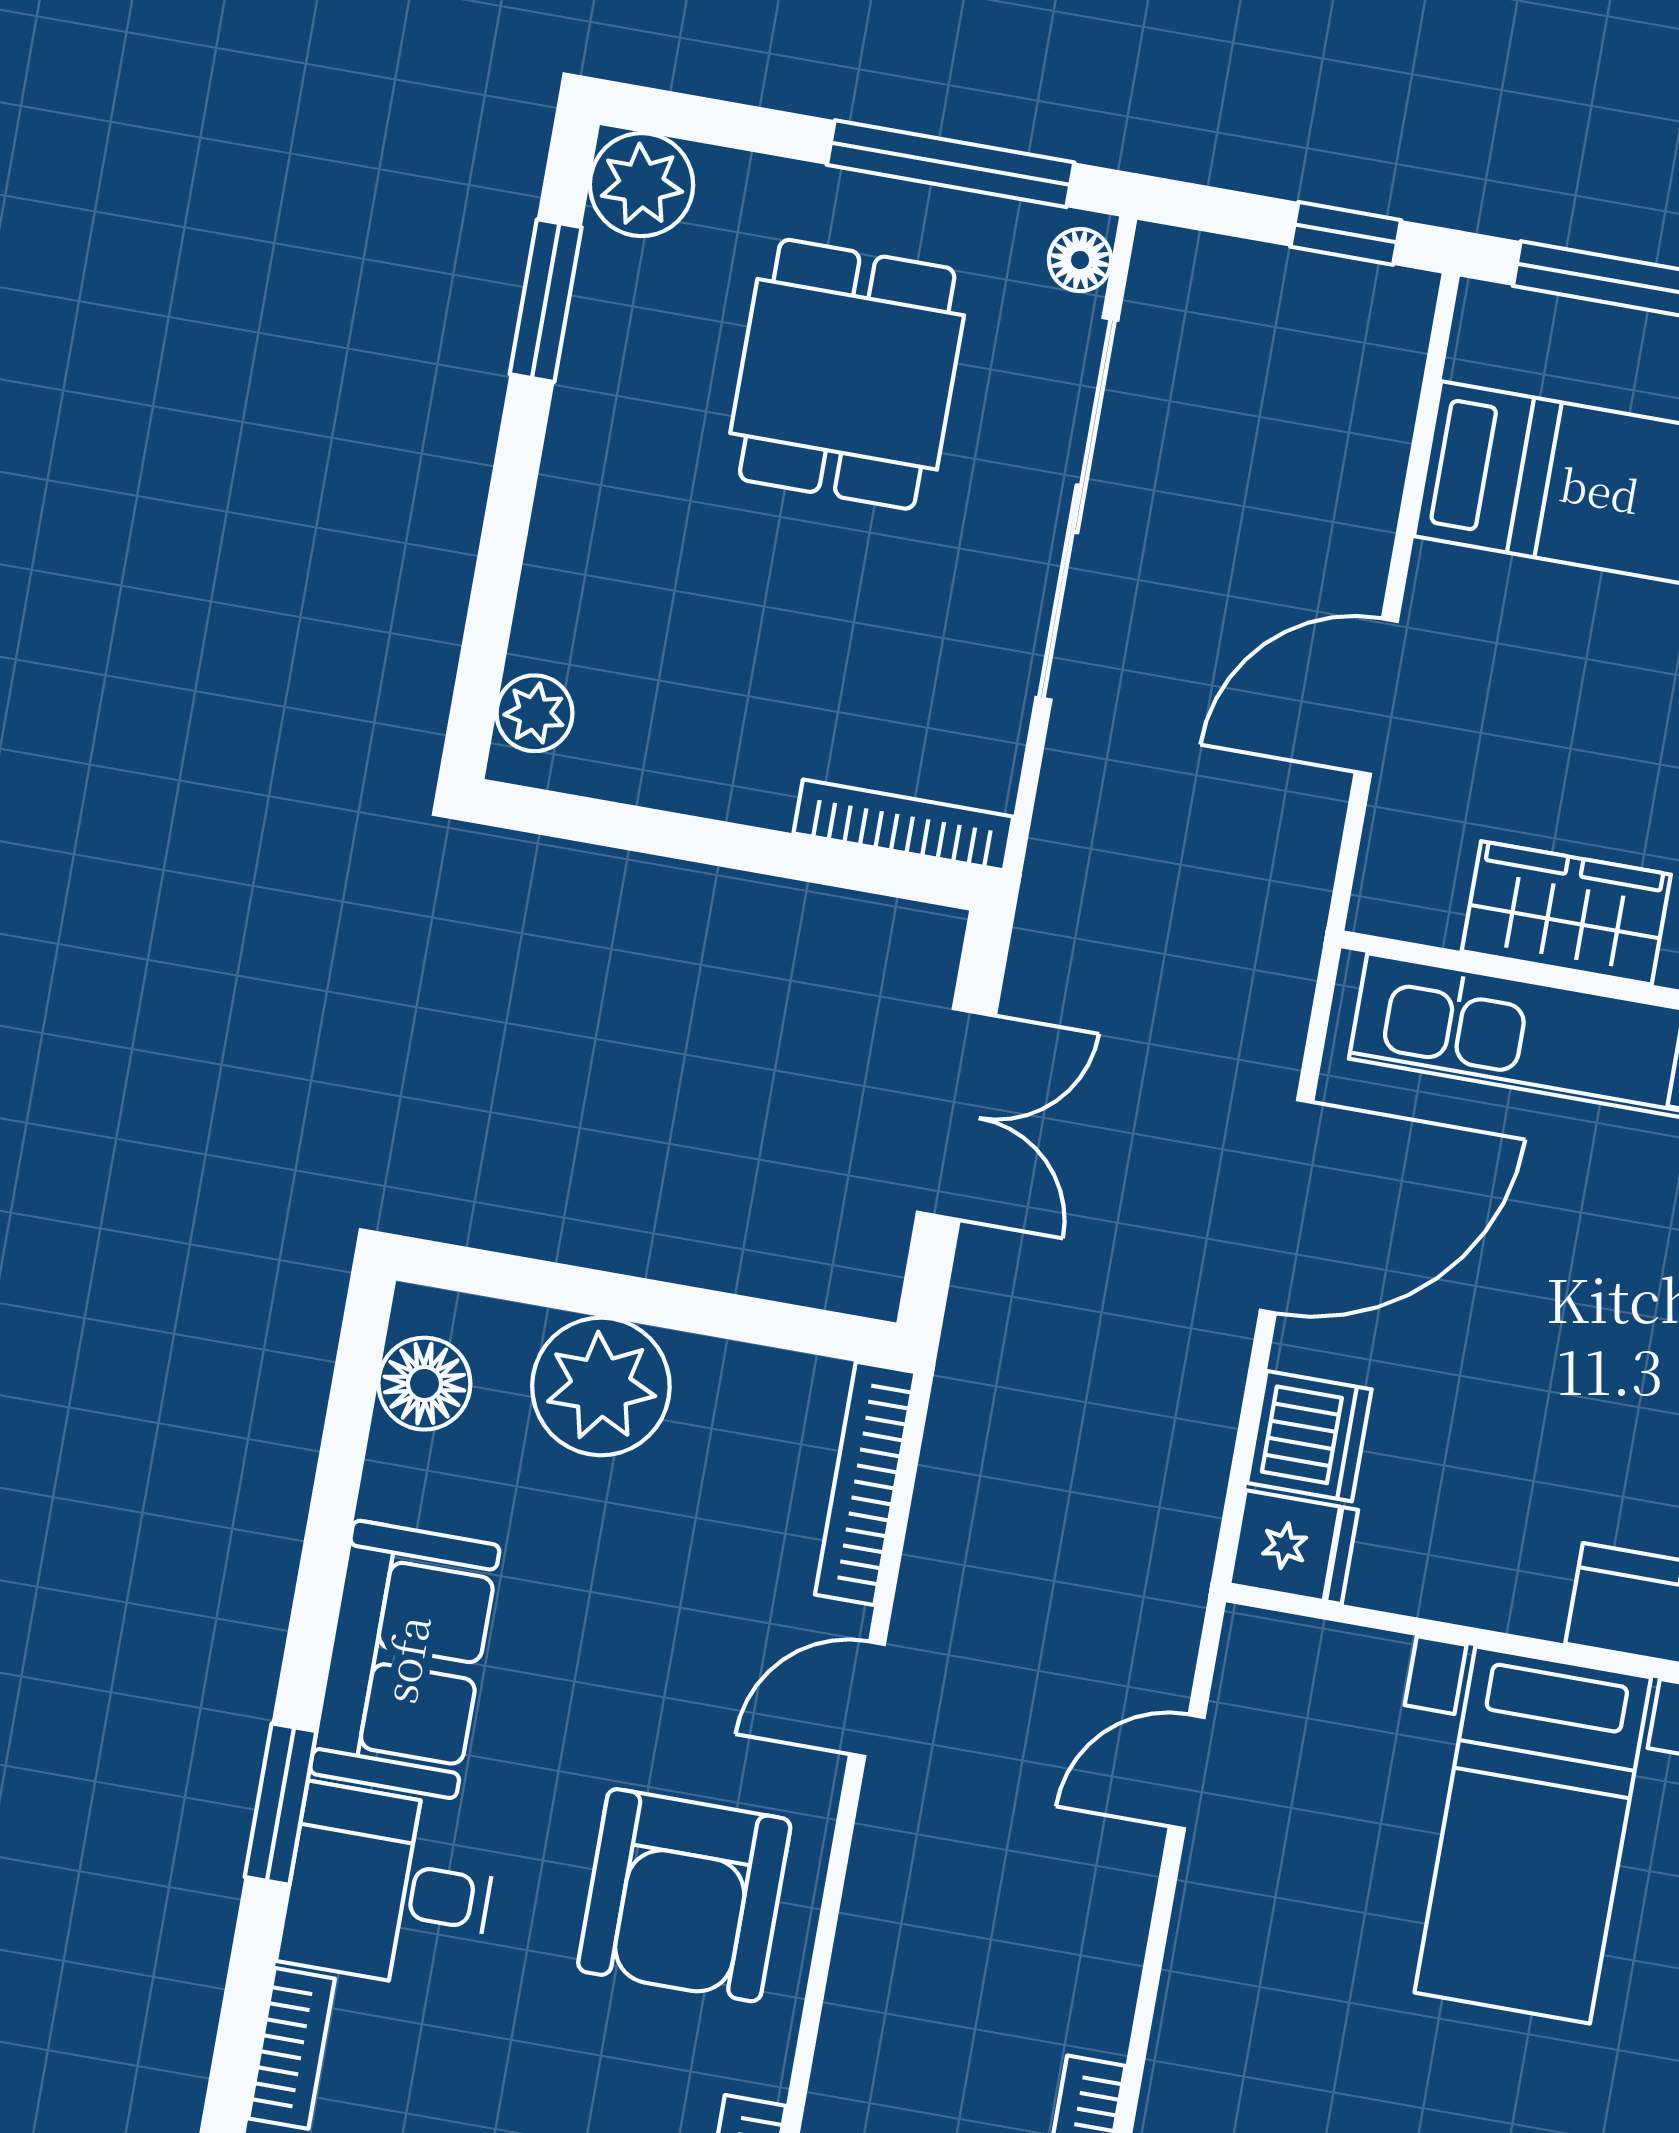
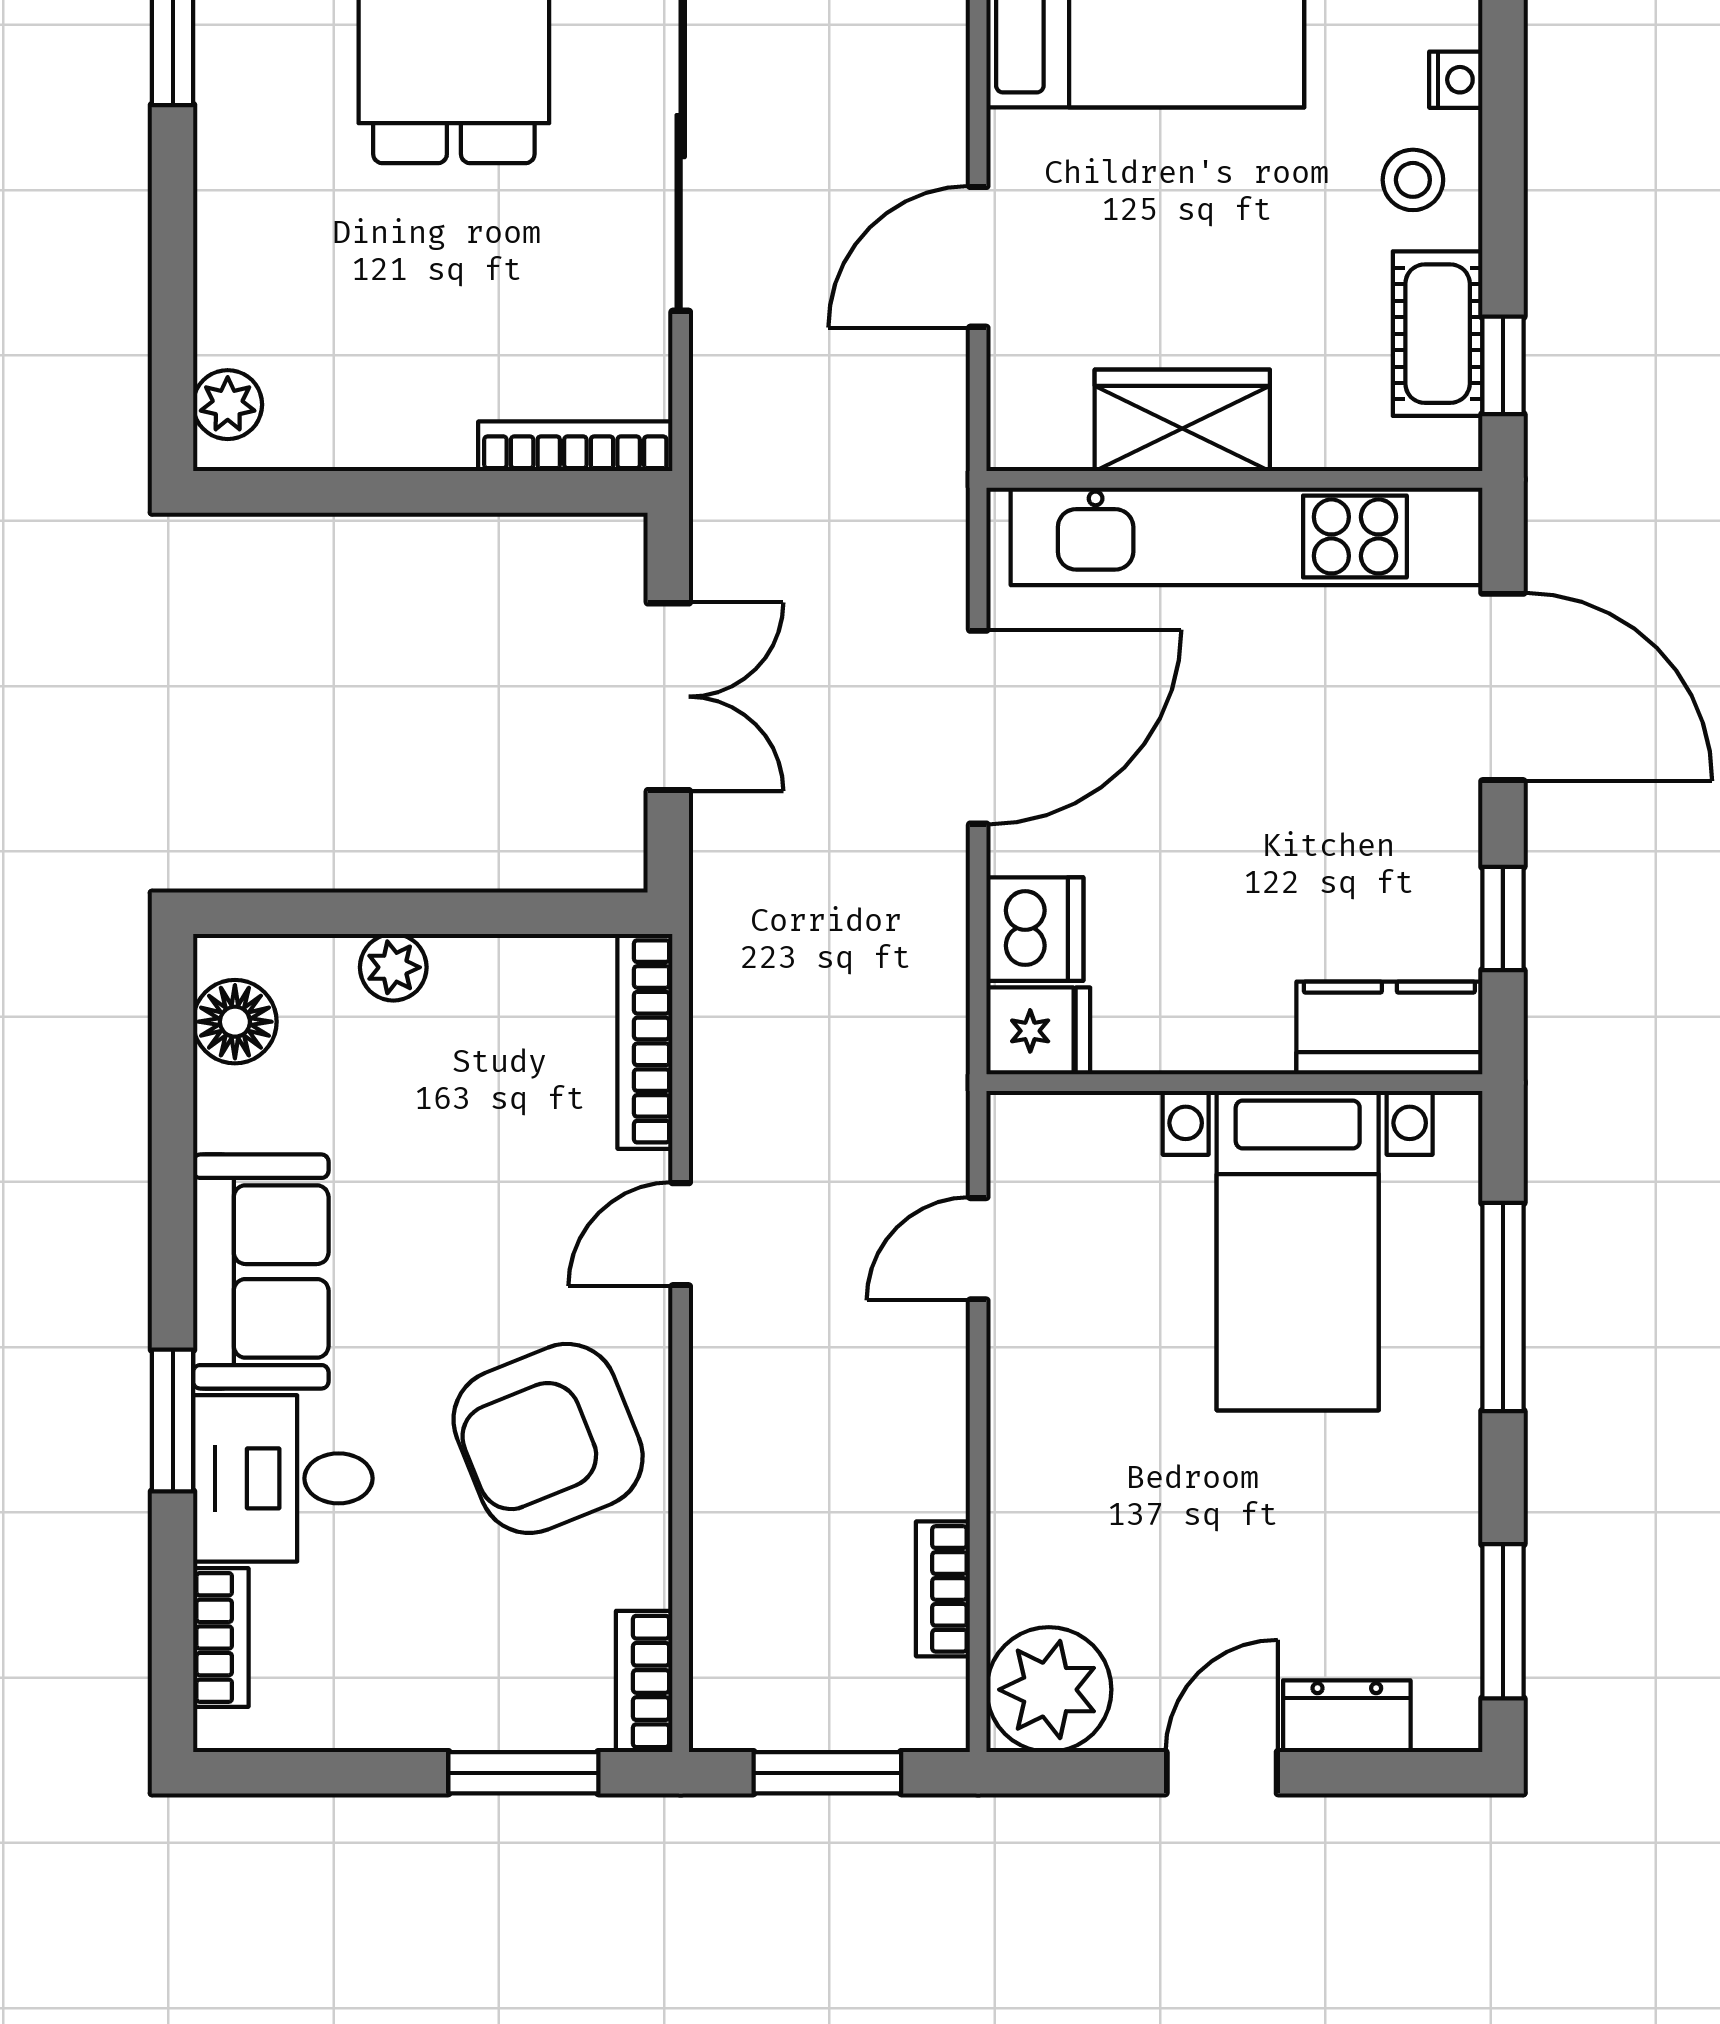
plant: (601, 1386) -> (393, 967), width x0.53, depth x0.53
armchair: (684, 1895) -> (548, 1438), turned 68

